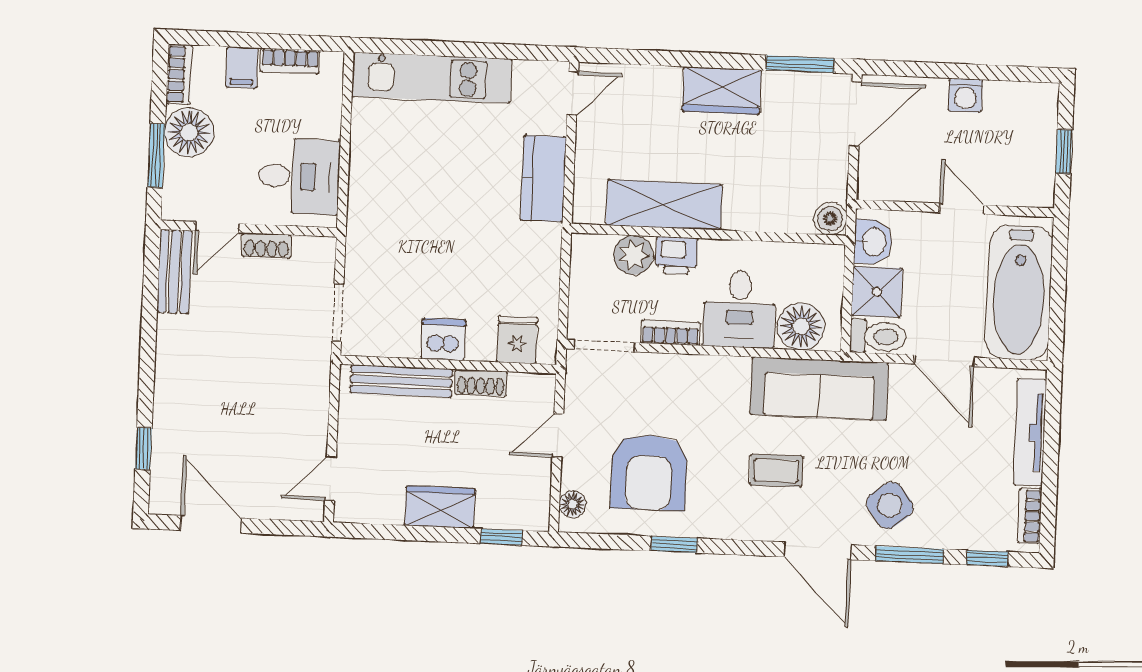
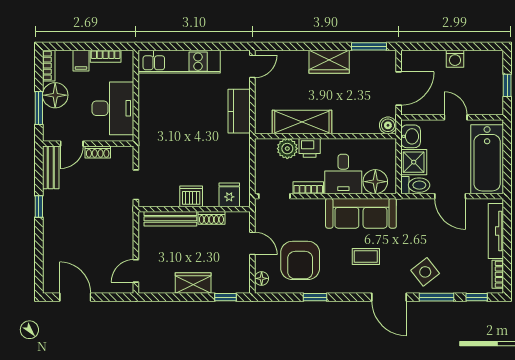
door: (855, 114) -> (399, 89), moved
desk: (299, 176) -> (113, 108), width x1.37
sofa: (819, 389) -> (361, 213), moved
door: (558, 435) -> (252, 243), swing flipped
window: (143, 449) -> (39, 207), moved

